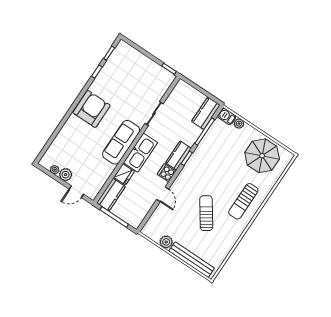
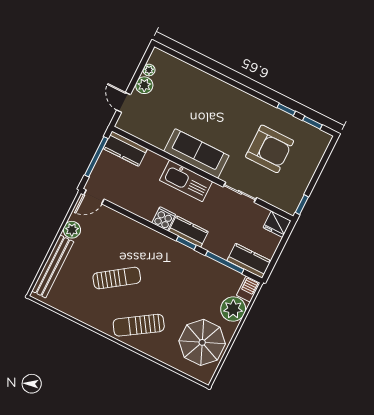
armchair: (92, 109) -> (270, 149), moved
plant: (239, 124) -> (233, 309), width x1.87, depth x1.87
fridge: (124, 174) -> (277, 224), moved
door: (163, 194) -> (94, 197), moved
sun lounger: (243, 201) -> (139, 325), turned -33

